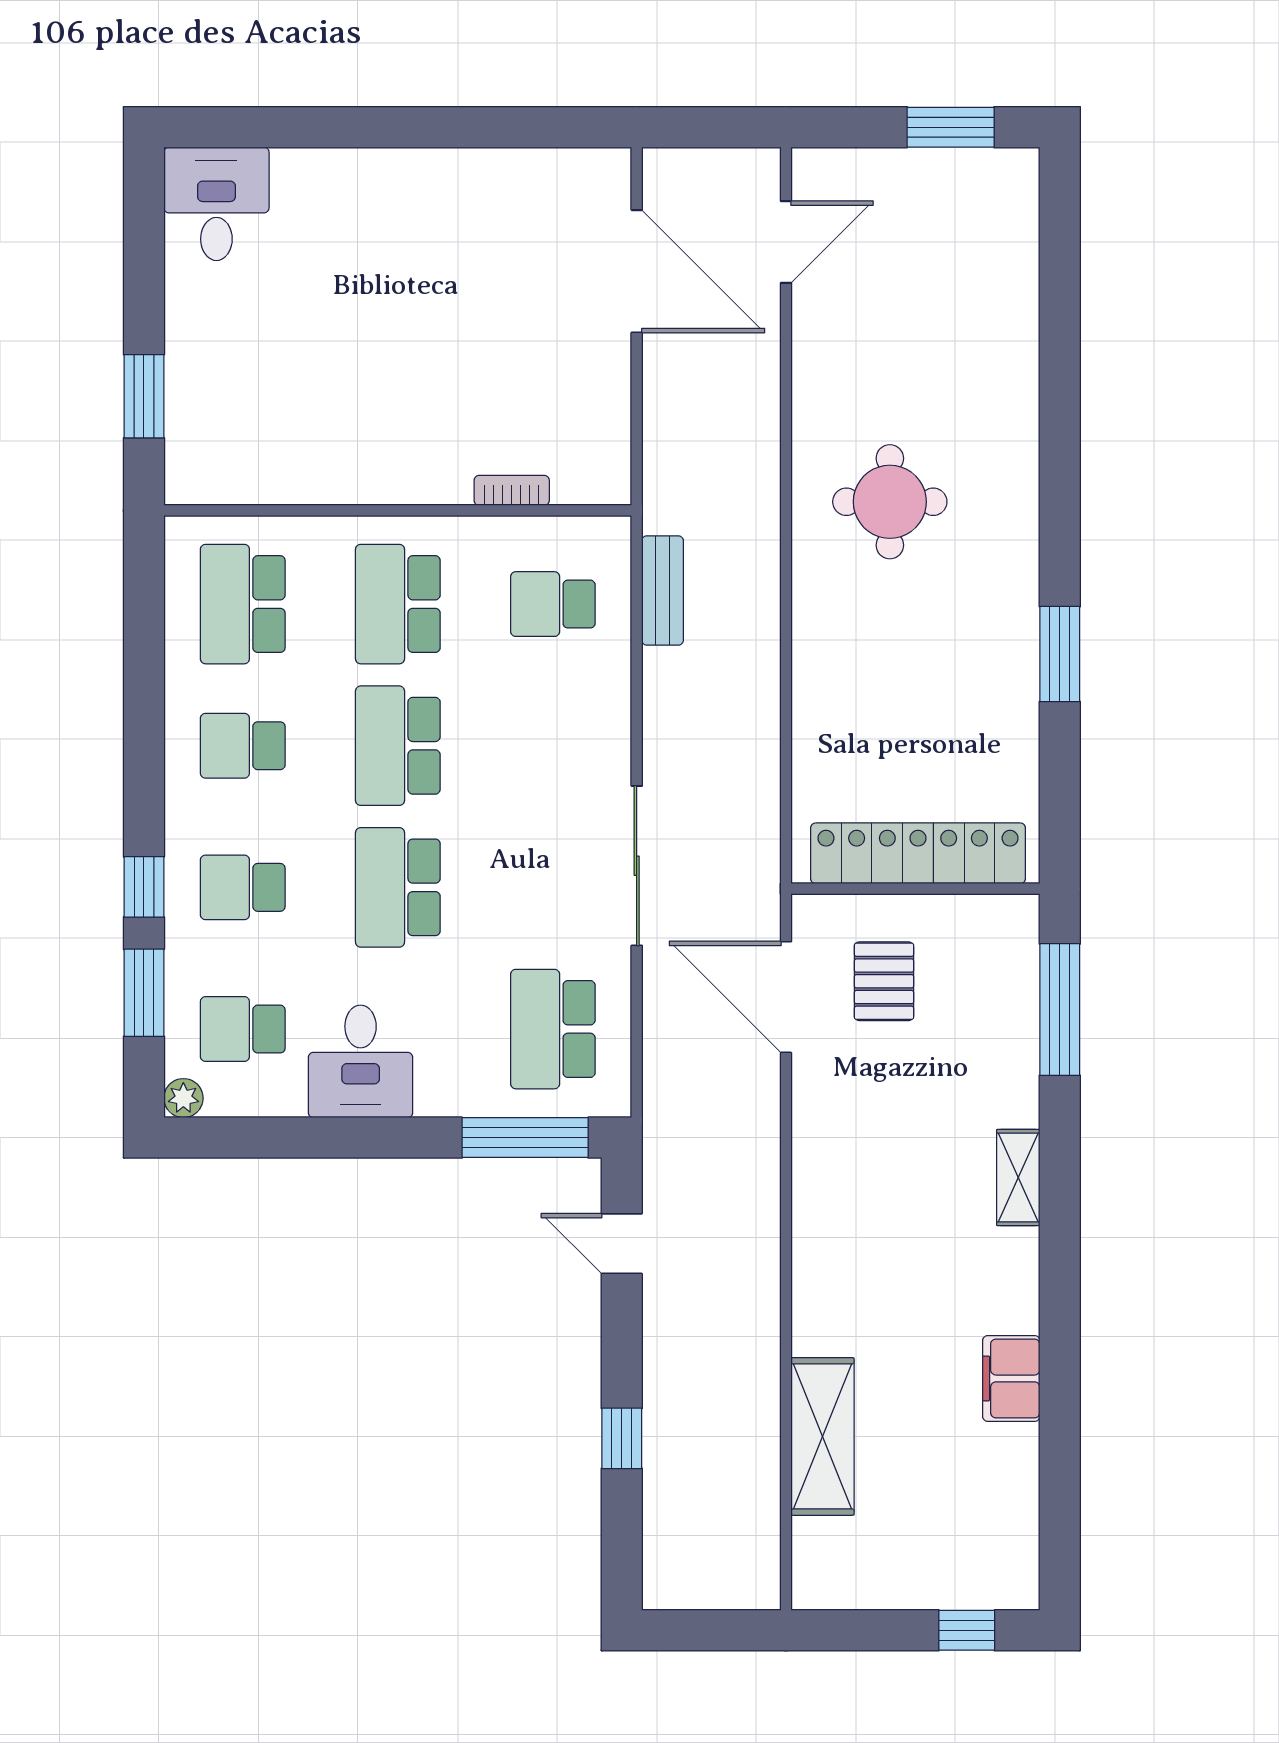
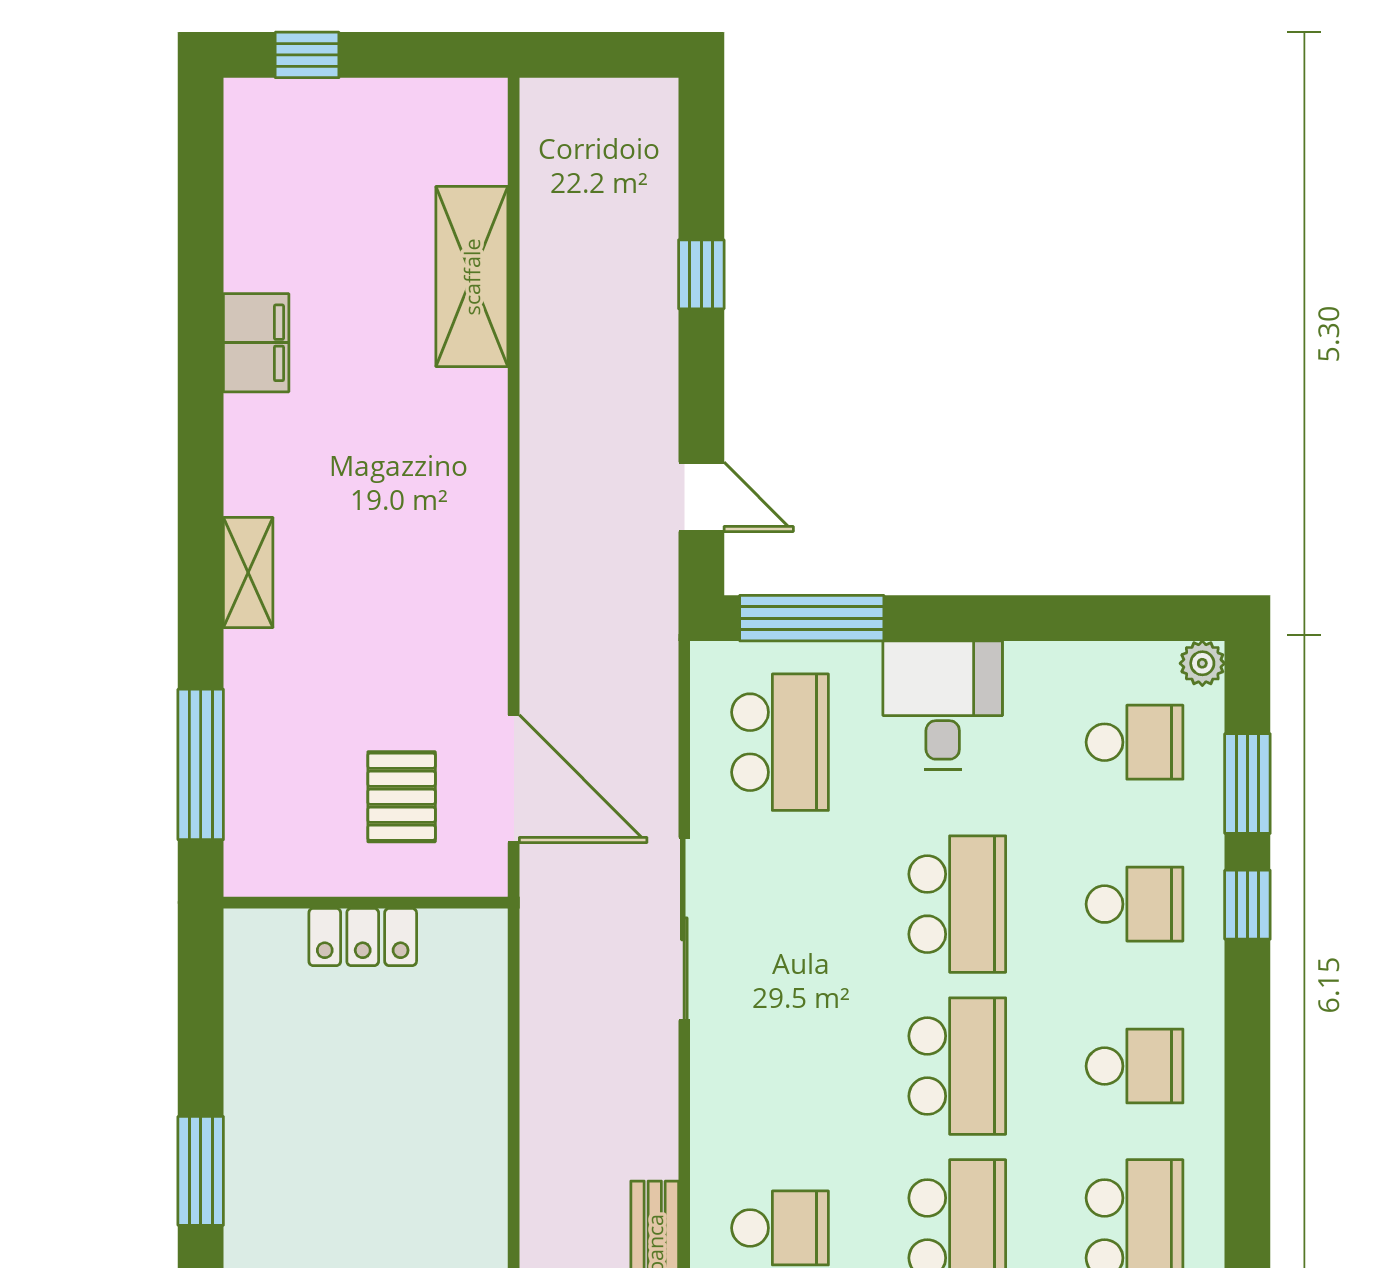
locker: (918, 853) -> (363, 937), width x0.46, depth x0.83
desk: (361, 1061) -> (943, 705), moved

